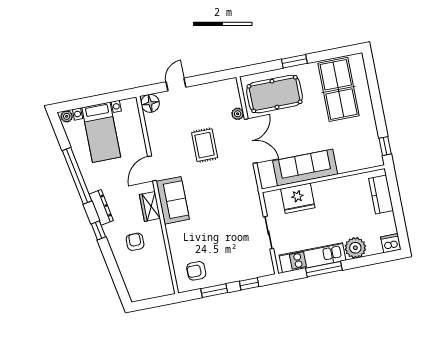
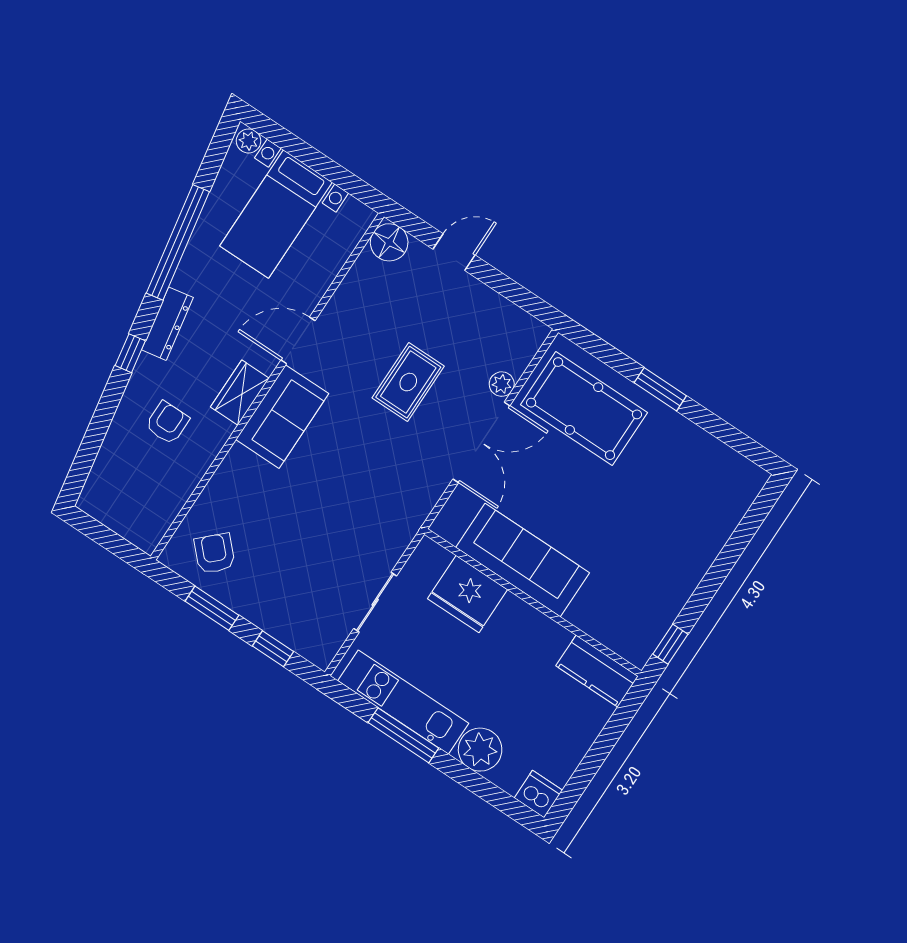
table tennis table: (339, 89) -> (684, 494), removed
kitchen counter: (381, 194) -> (597, 671), moved, turned -90
armchair: (196, 271) -> (215, 553), turned 46

